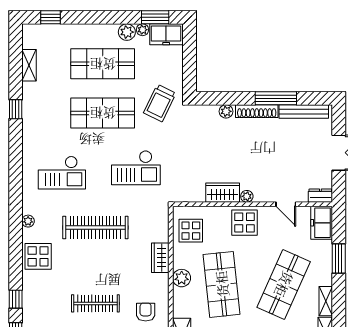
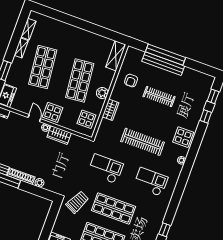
door: (286, 204) -> (34, 118), moved
shop shelf: (284, 284) -> (43, 67), turned -30

